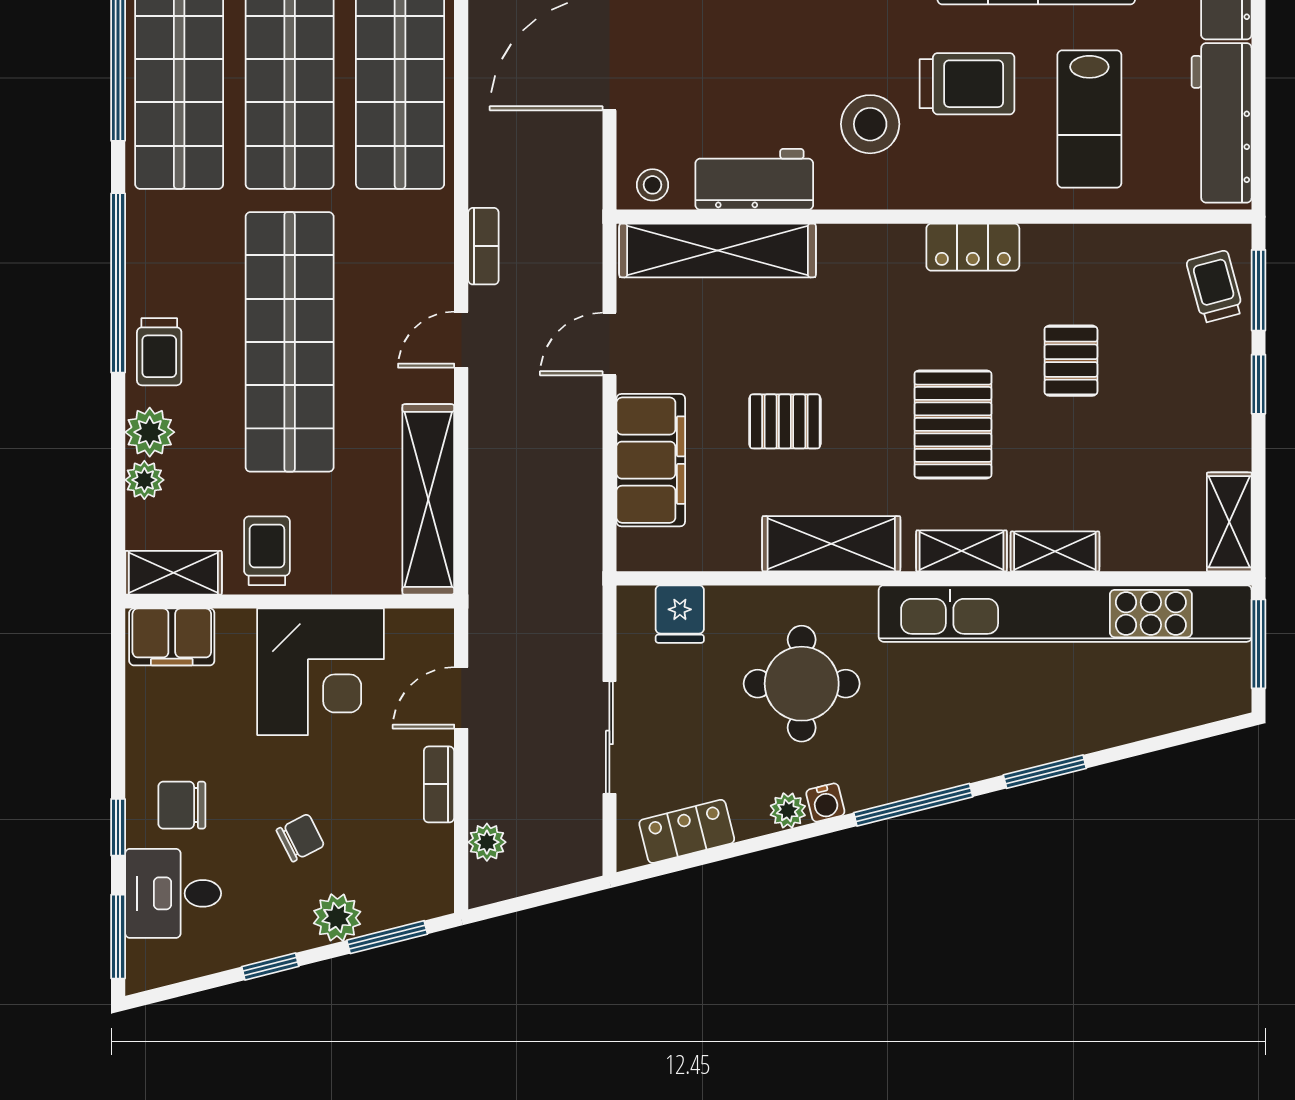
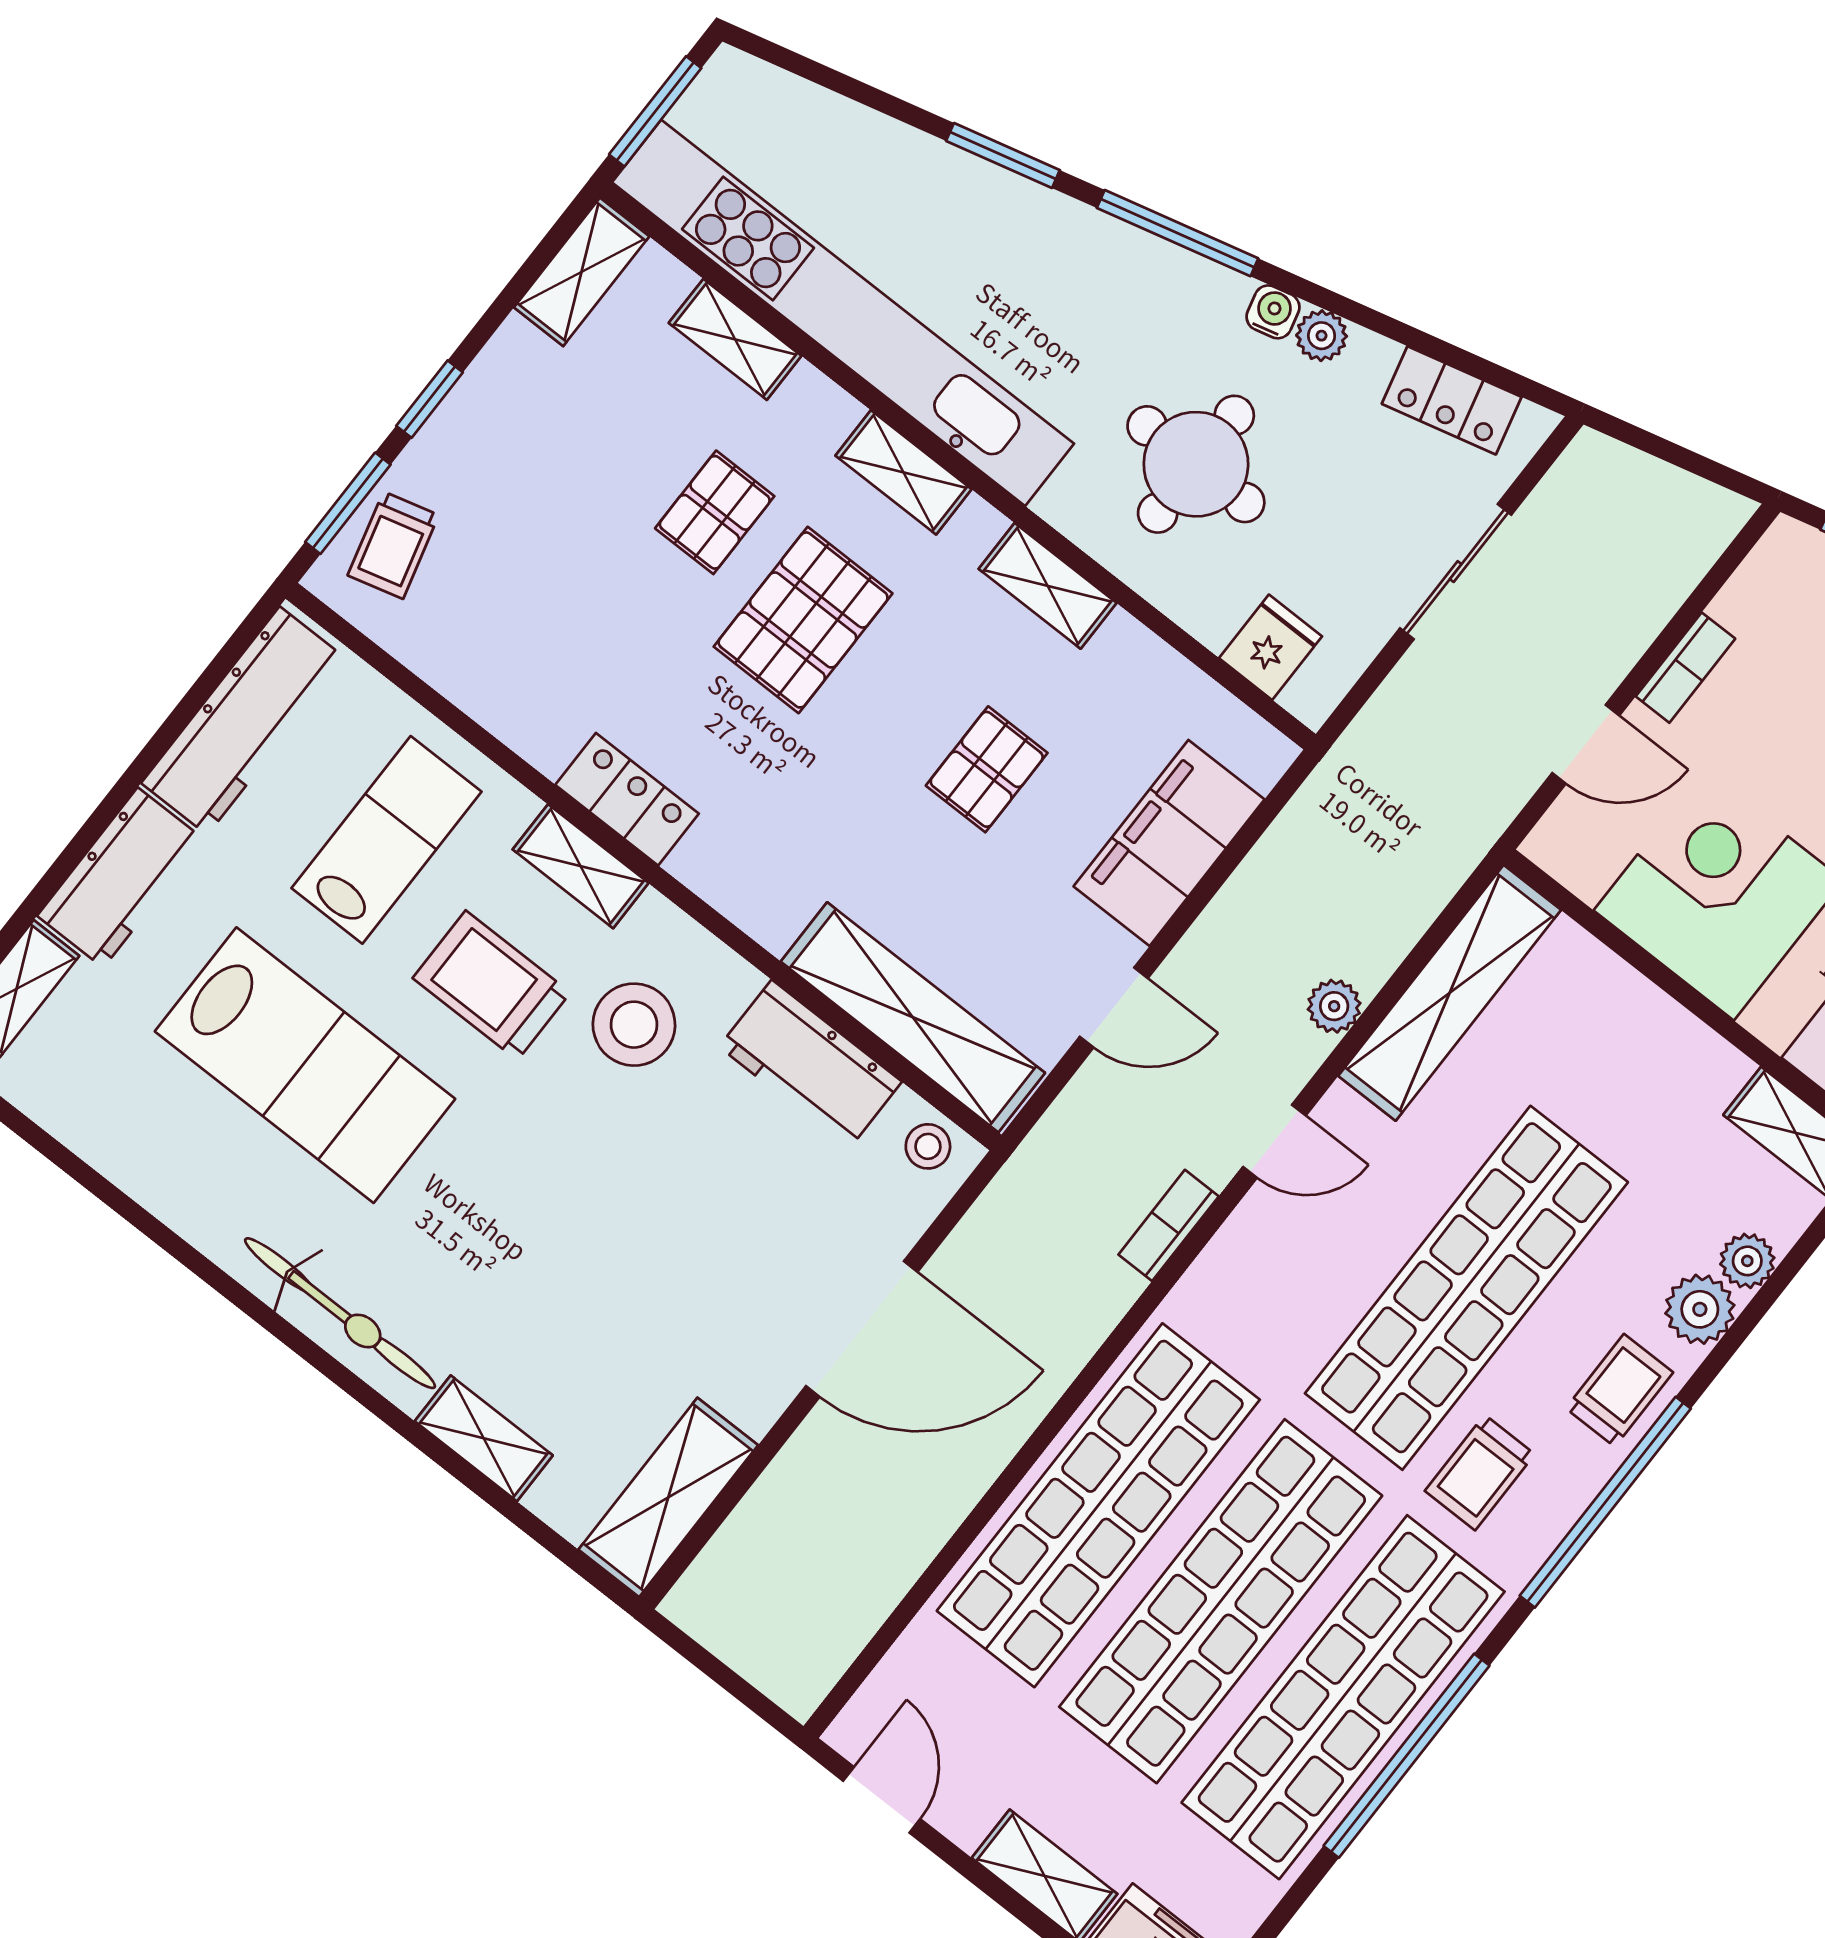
shelving: (969, 189) -> (581, 866), added
pallet: (1071, 361) -> (715, 512), moved
pallet: (785, 421) -> (987, 769), turned 90
shelving: (831, 544) -> (1048, 586), width x0.67, depth x0.75
trolley: (267, 551) -> (1480, 1473), moved
shelving: (1055, 551) -> (735, 339), moved
plant: (487, 842) -> (1334, 1006), moved

